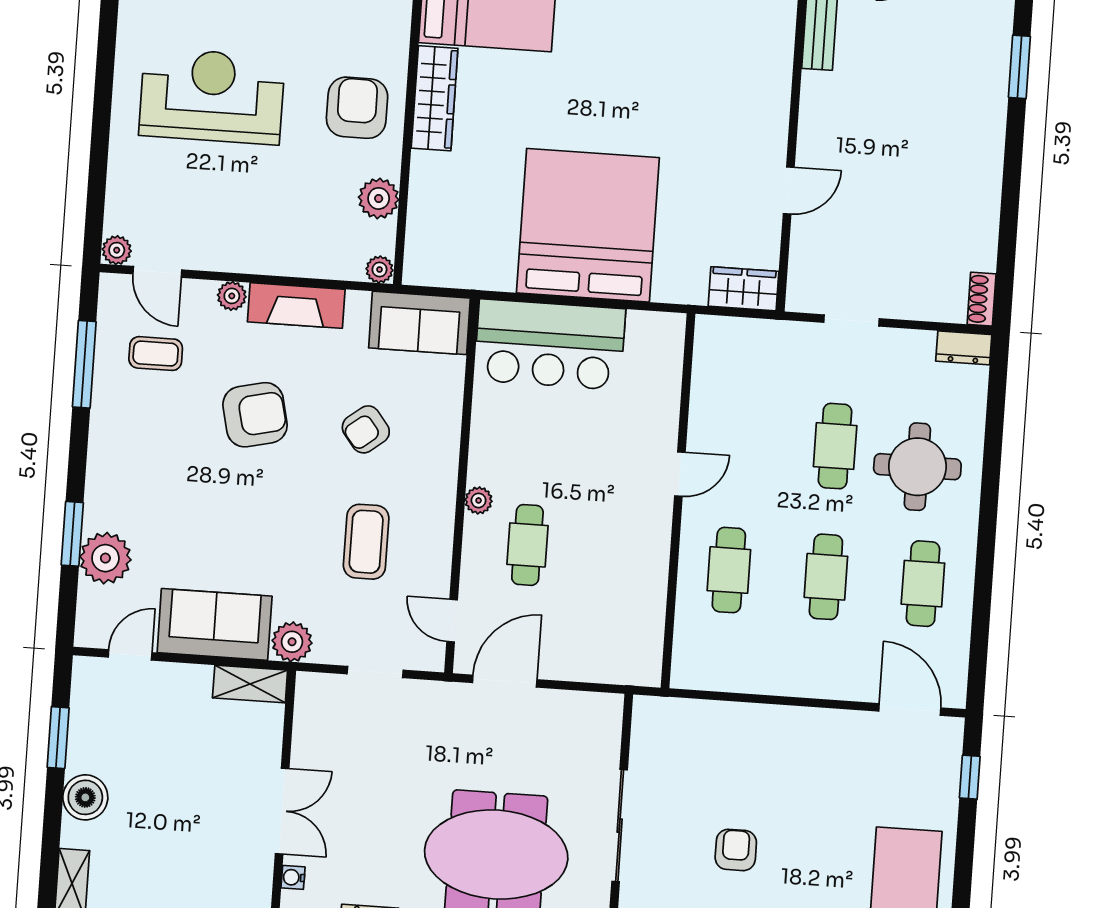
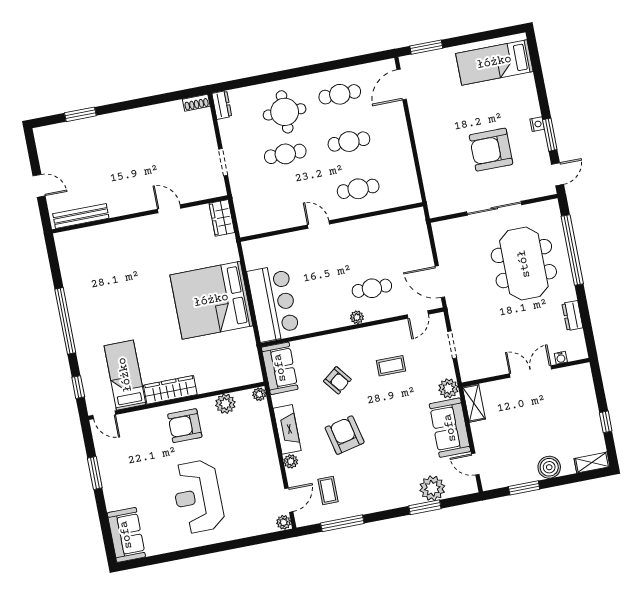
coffee table: (366, 542) -> (391, 366), width x0.73, depth x0.77
window: (970, 777) -> (426, 47), width x1.50
armchair: (736, 850) -> (491, 150), width x1.88, depth x1.88

